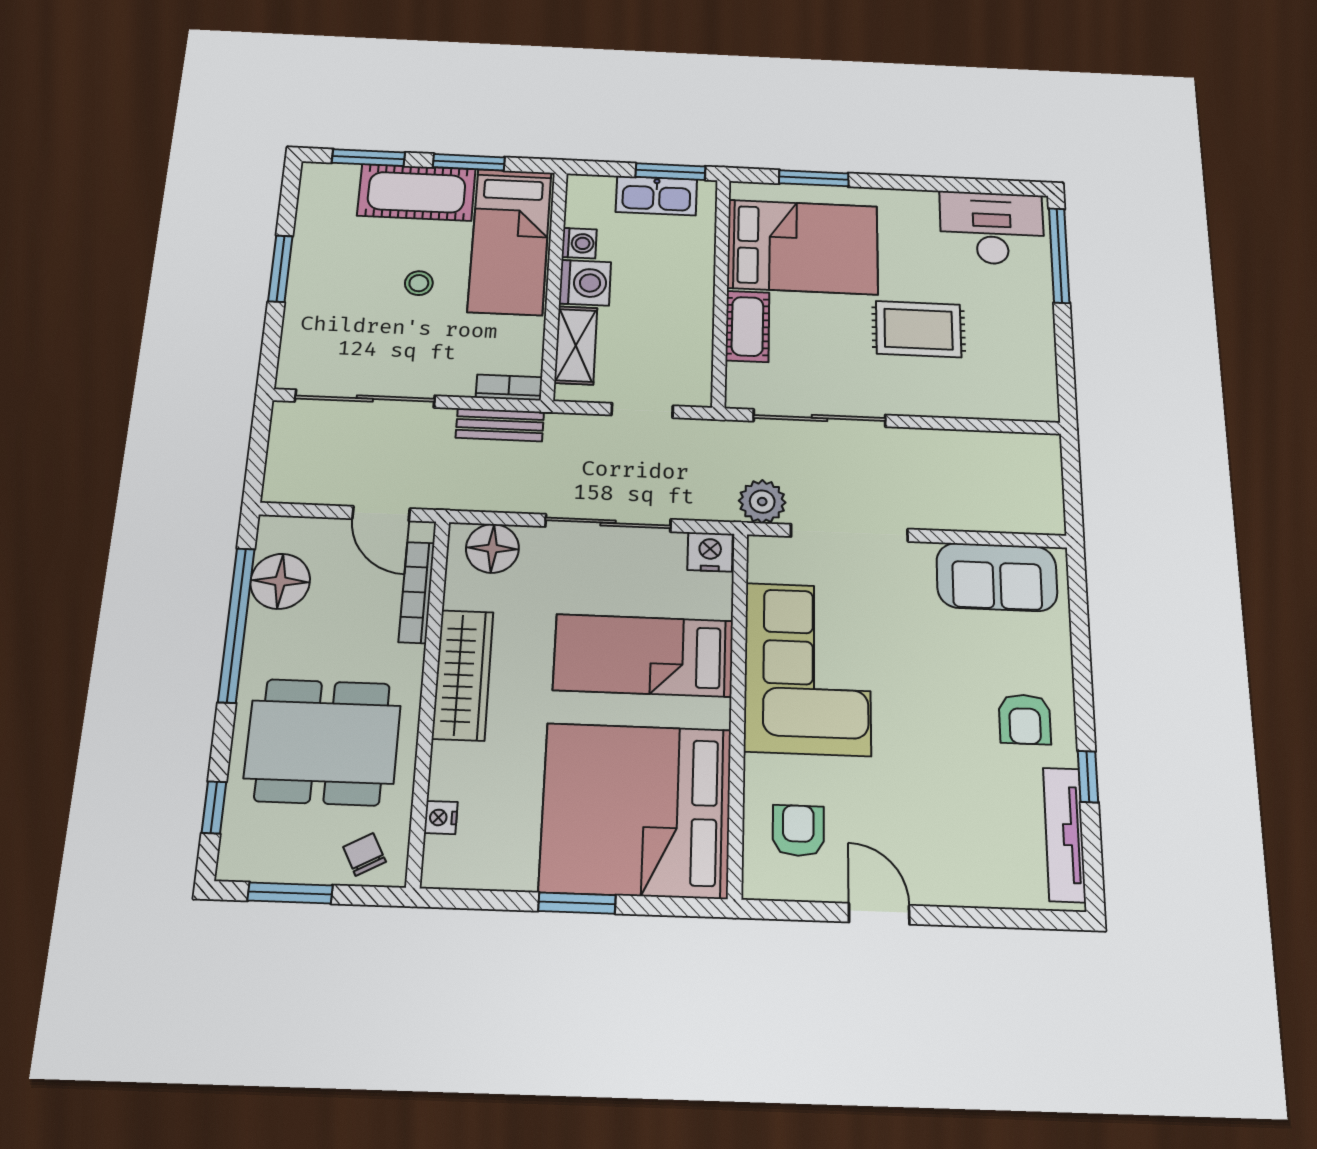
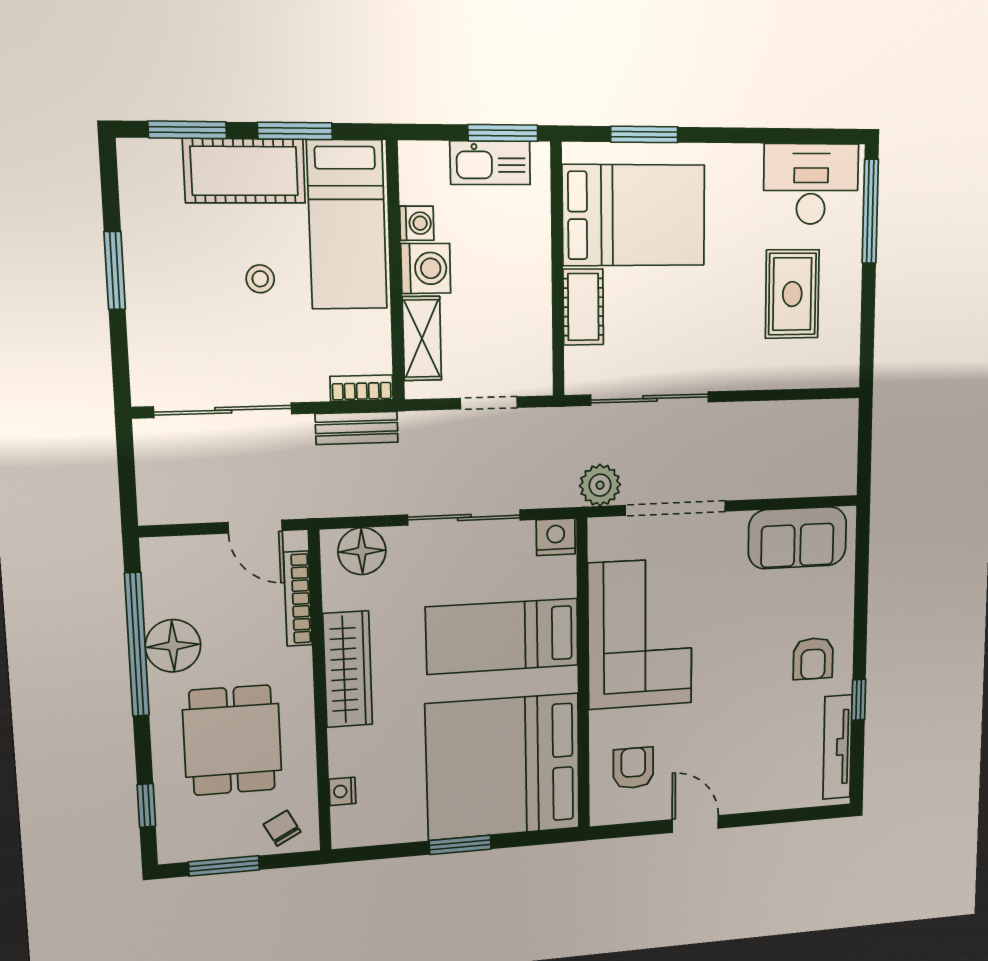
rug: (919, 329) -> (792, 294), moved, turned 90
floor lamp: (280, 581) -> (173, 646), moved
dining table: (323, 742) -> (232, 740), width x0.73

